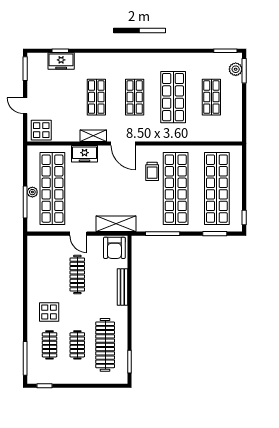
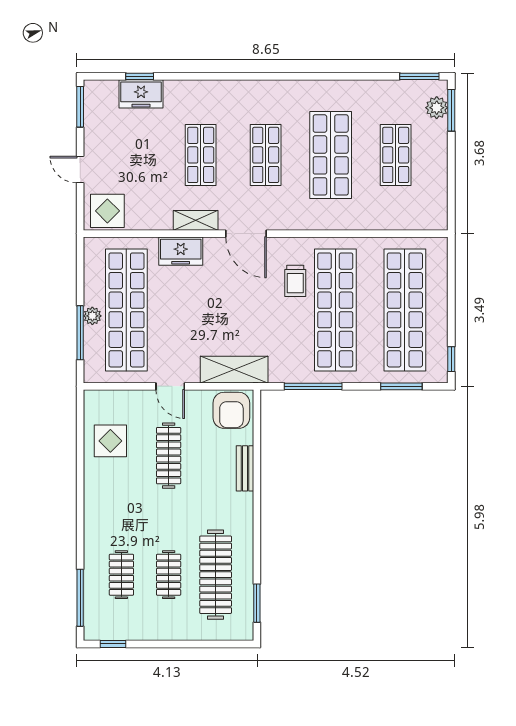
bench: (122, 287) -> (245, 468), width x0.73
display table: (49, 312) -> (110, 441), moved

